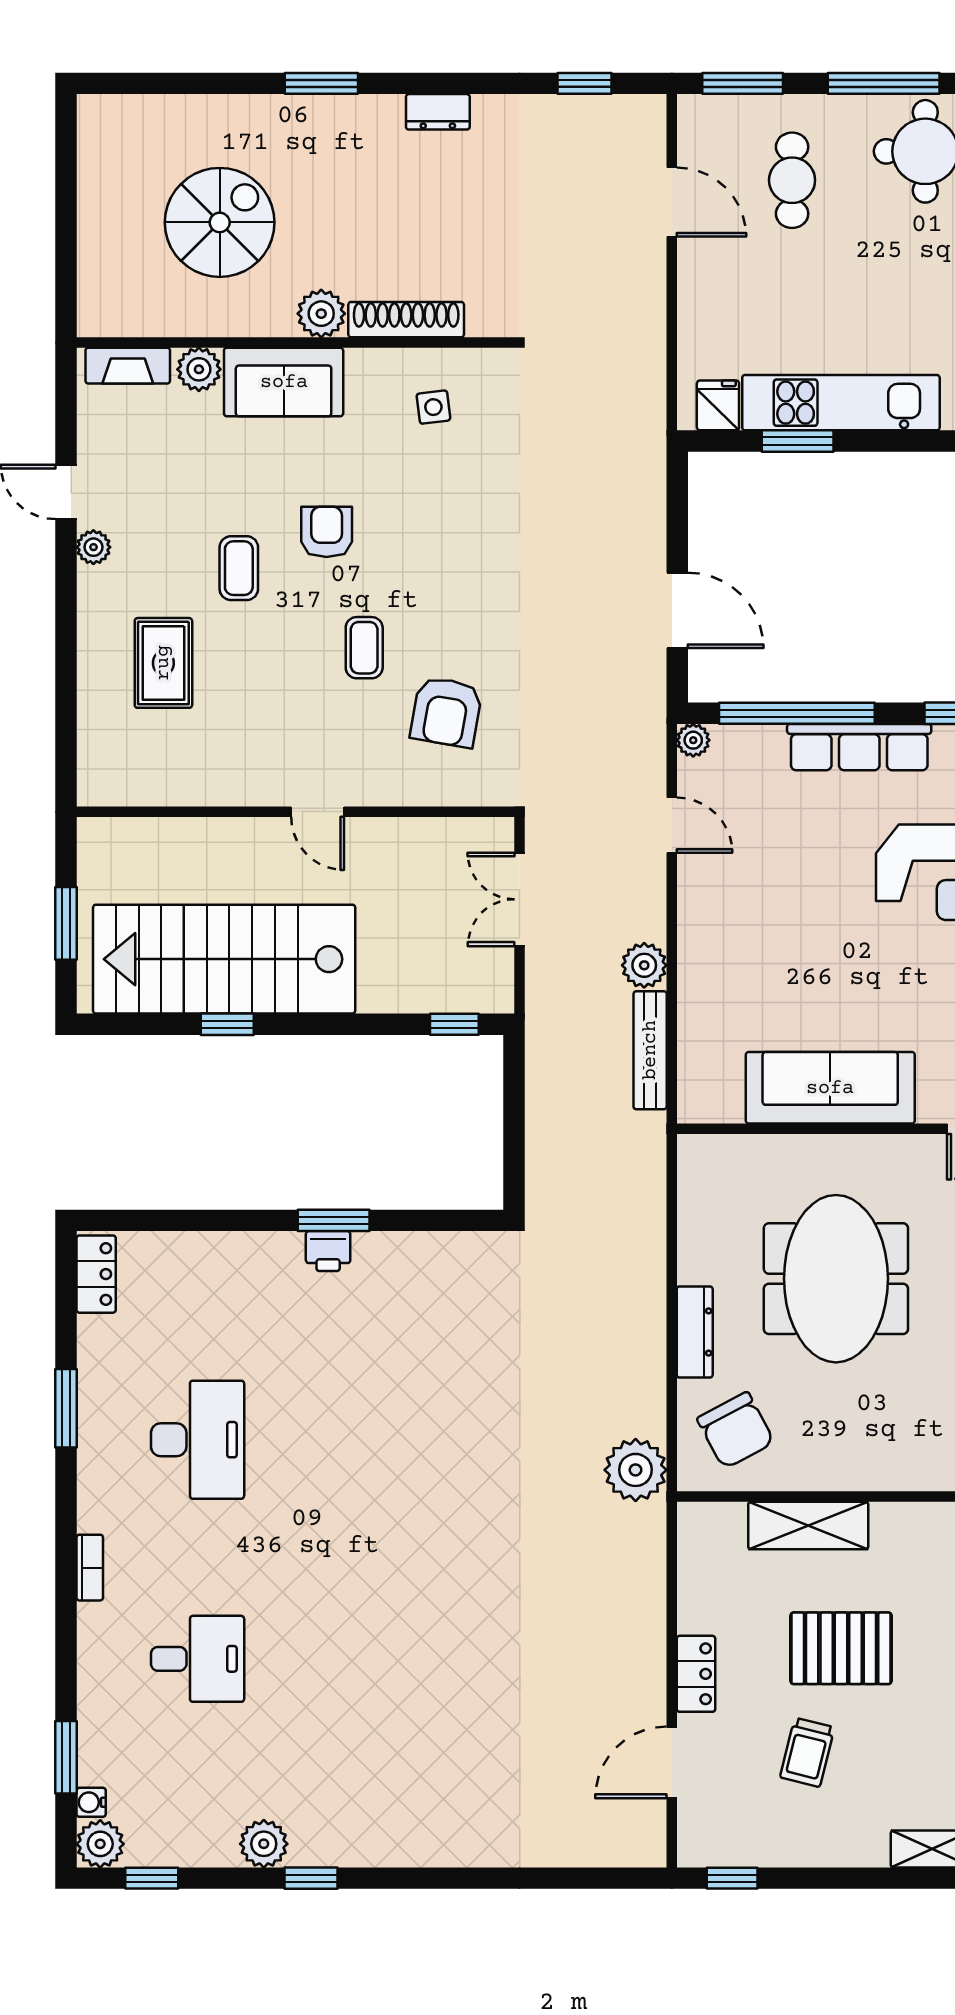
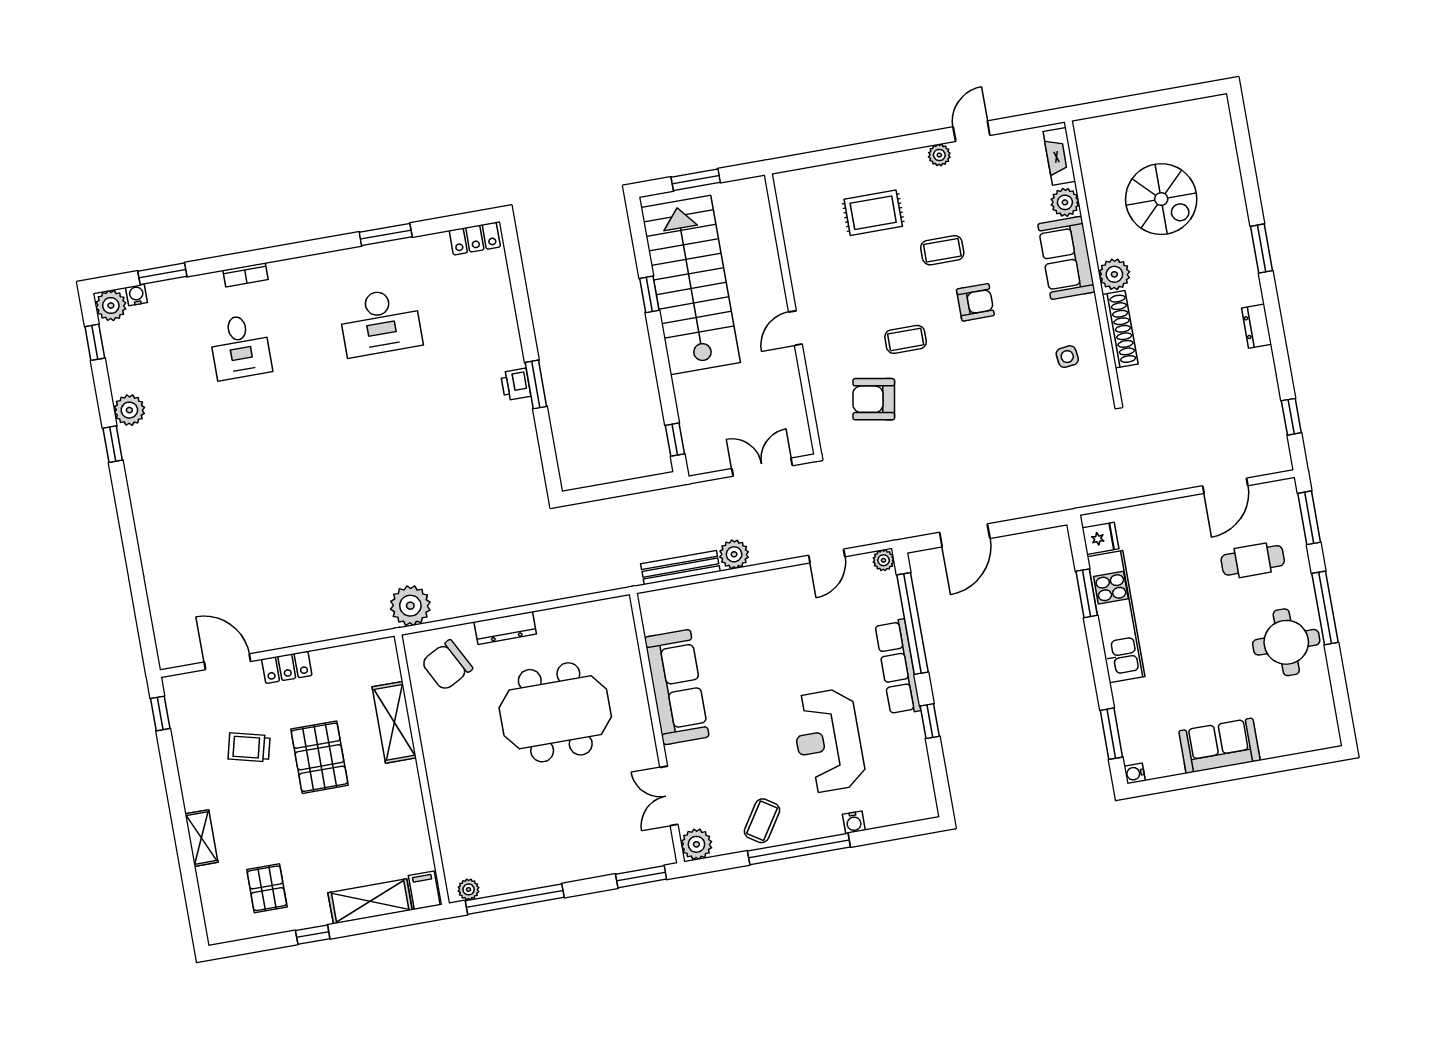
bookcase: (90, 1568) -> (246, 275), moved

